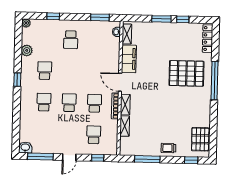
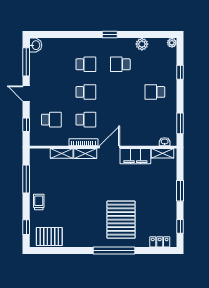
window: (183, 19) -> (180, 226), moved
locker: (208, 39) -> (160, 242), width x0.66
school desk: (45, 71) -> (120, 64), turned 180

